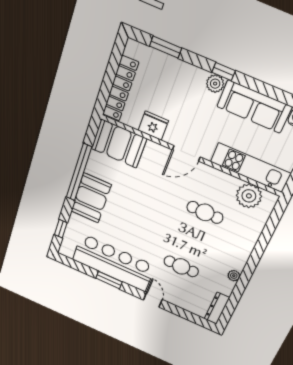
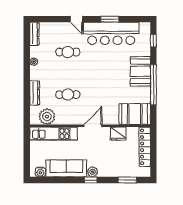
dresser: (252, 236) -> (35, 93), added

